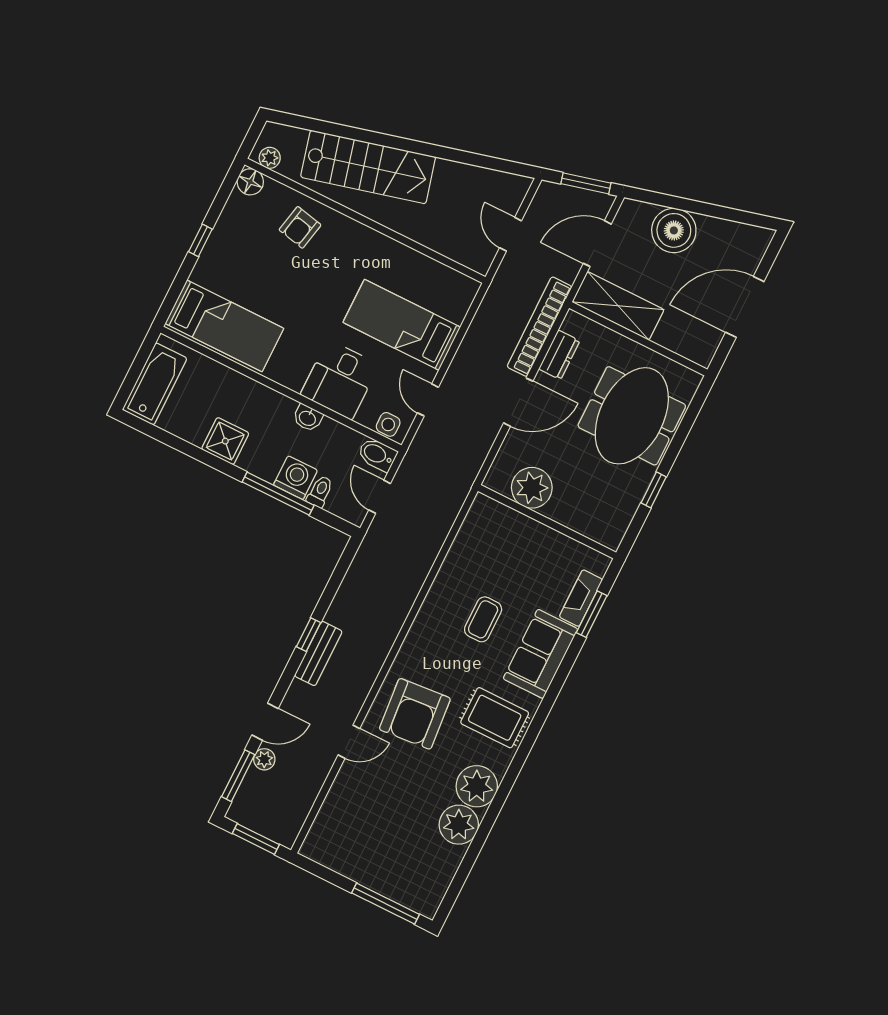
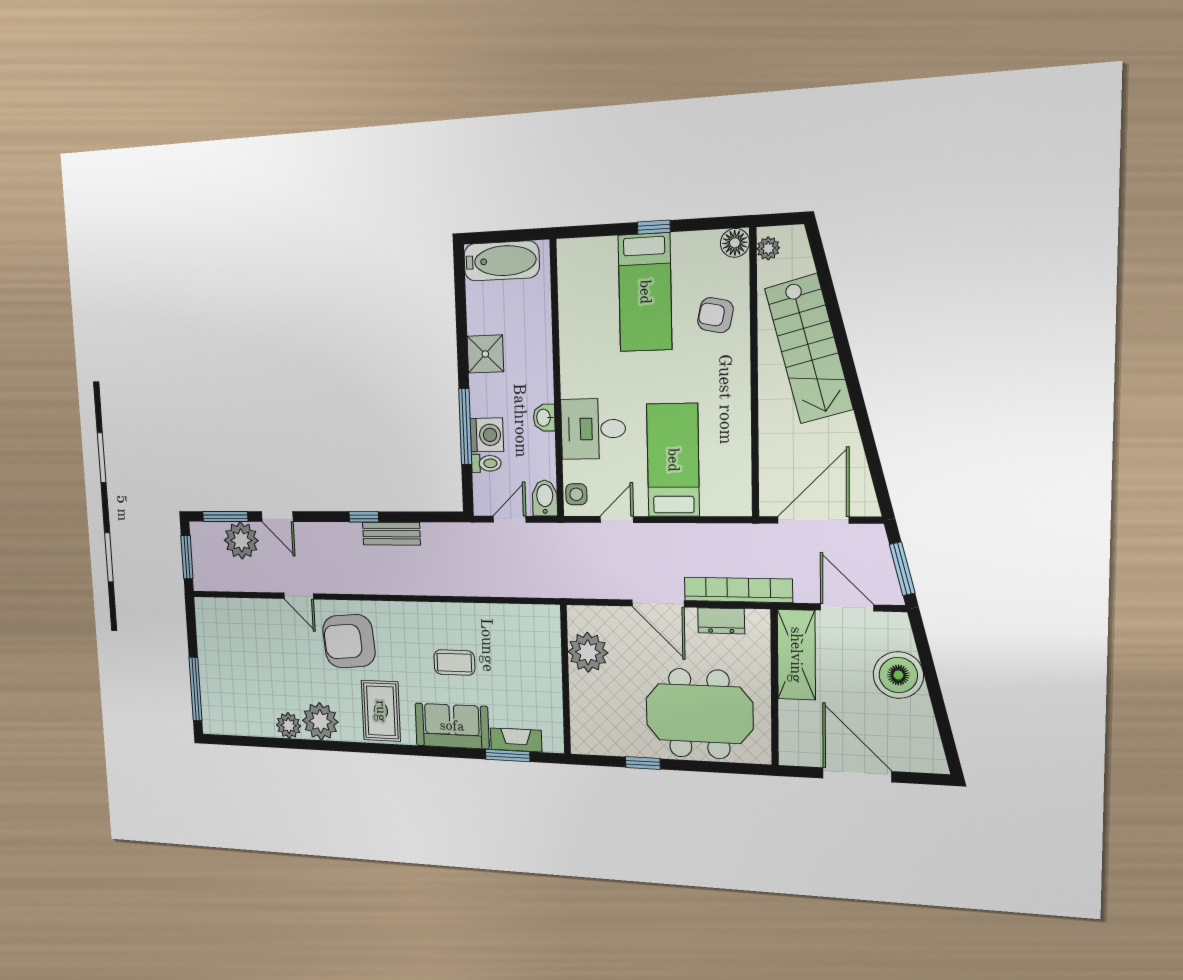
door: (511, 234) -> (813, 520), width x1.87
bed: (224, 326) -> (645, 292), moved
bench: (318, 653) -> (391, 534), moved
plant: (264, 759) -> (241, 540), width x1.88, depth x1.88
plant: (459, 825) -> (289, 725), width x0.73, depth x0.73

